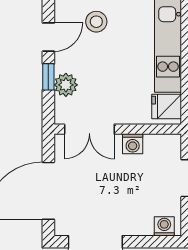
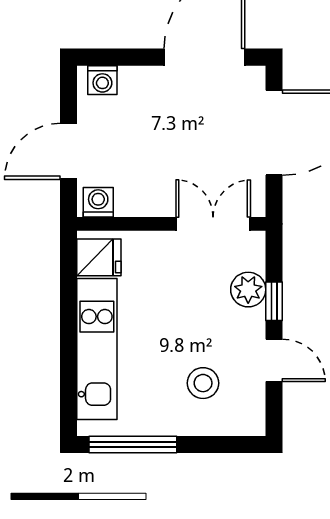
door: (48, 37) -> (274, 360), swing flipped
washing machine: (133, 144) -> (98, 202), moved

